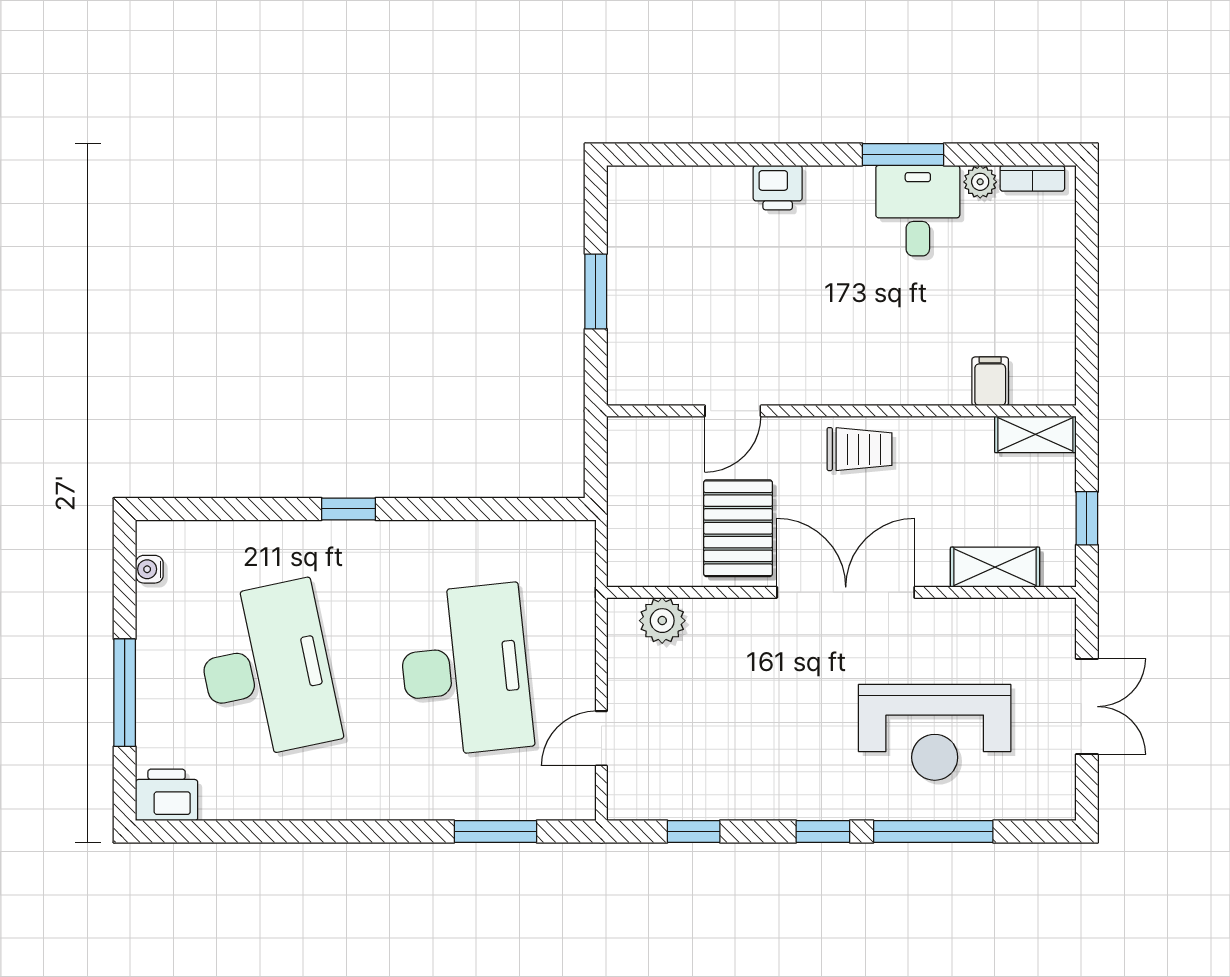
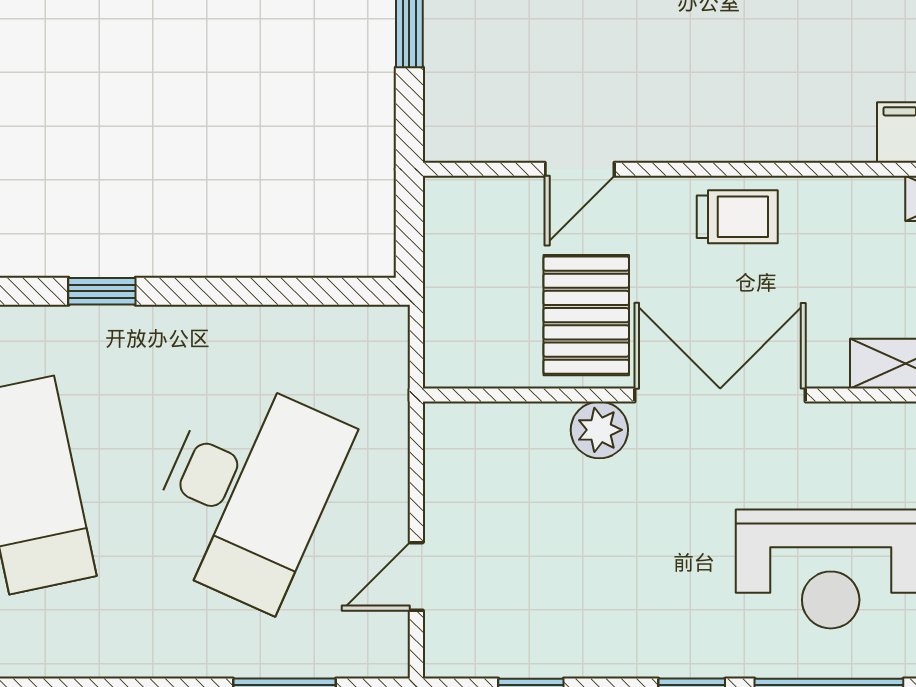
plant: (662, 621) -> (599, 430), moved
desk: (465, 670) -> (247, 492), turned 30

